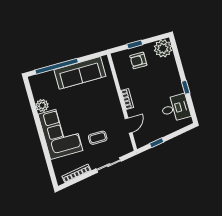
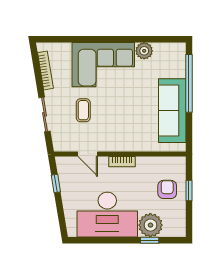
plant: (163, 48) -> (150, 225), moved
window: (186, 87) -> (150, 240), moved
desk: (175, 108) -> (107, 215), width x1.87, depth x1.30

